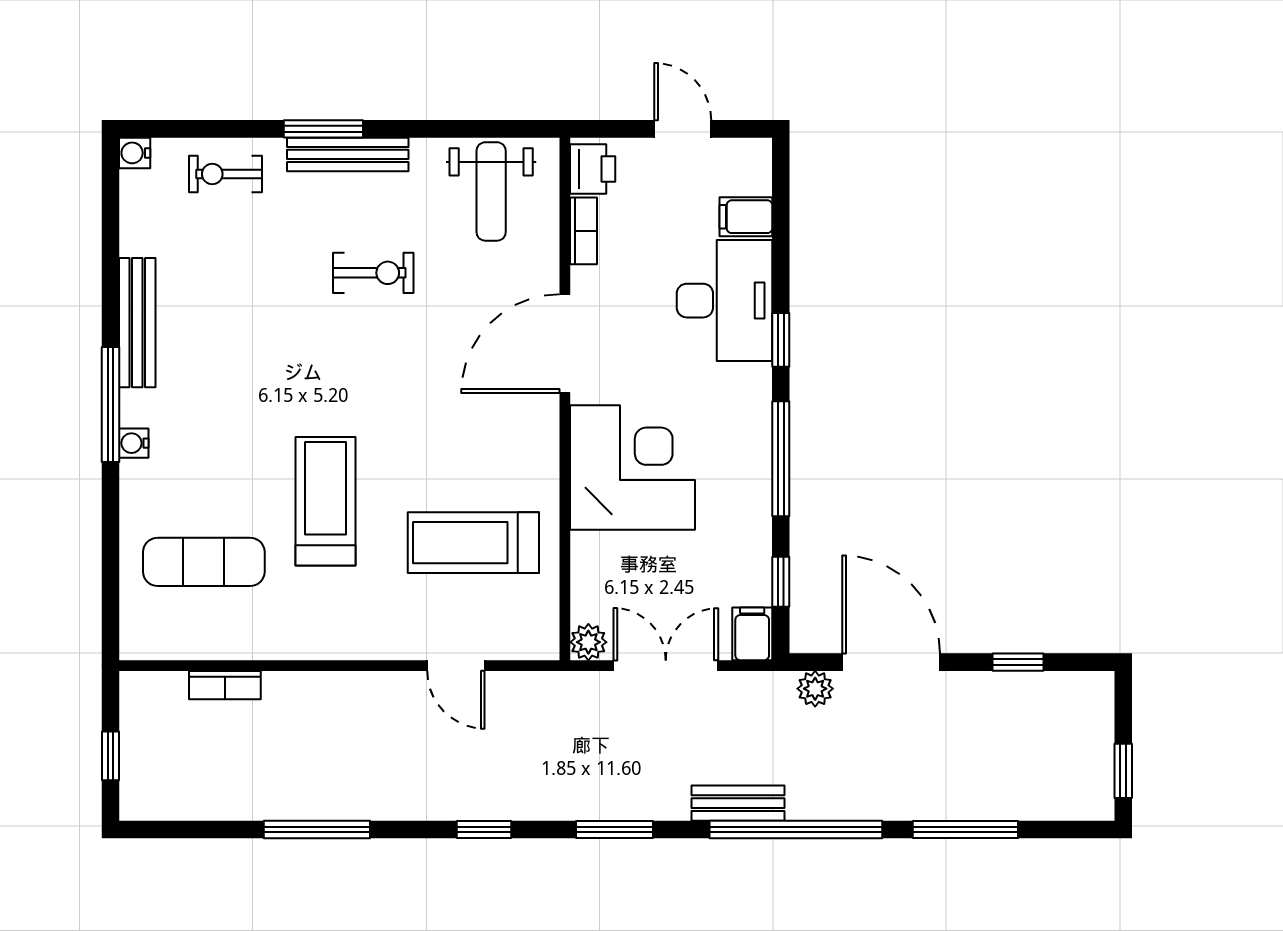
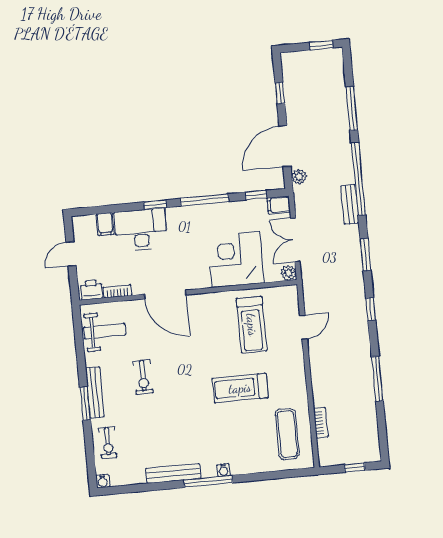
exercise bike: (373, 273) -> (143, 377), turned 180
corner desk: (632, 467) -> (236, 259), moved
exercise mat: (204, 562) -> (287, 434), moved

